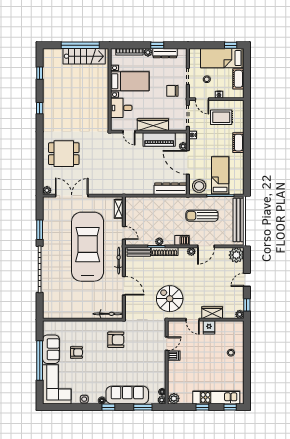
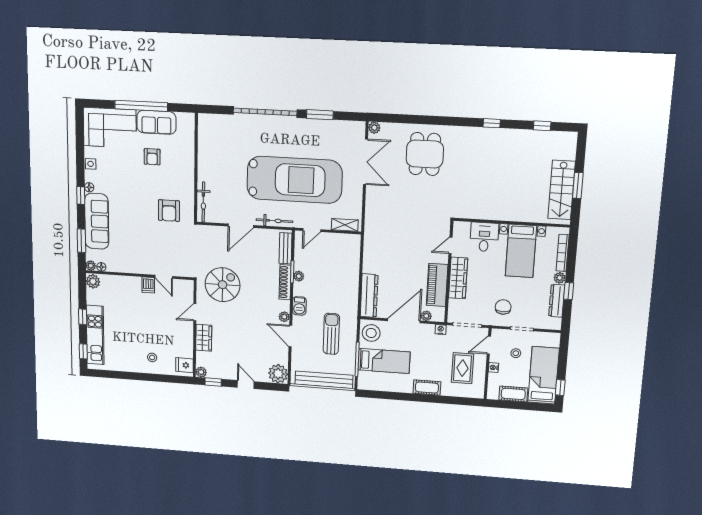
window: (80, 45) -> (578, 185), width x0.47
fridge: (209, 327) -> (185, 365), moved

